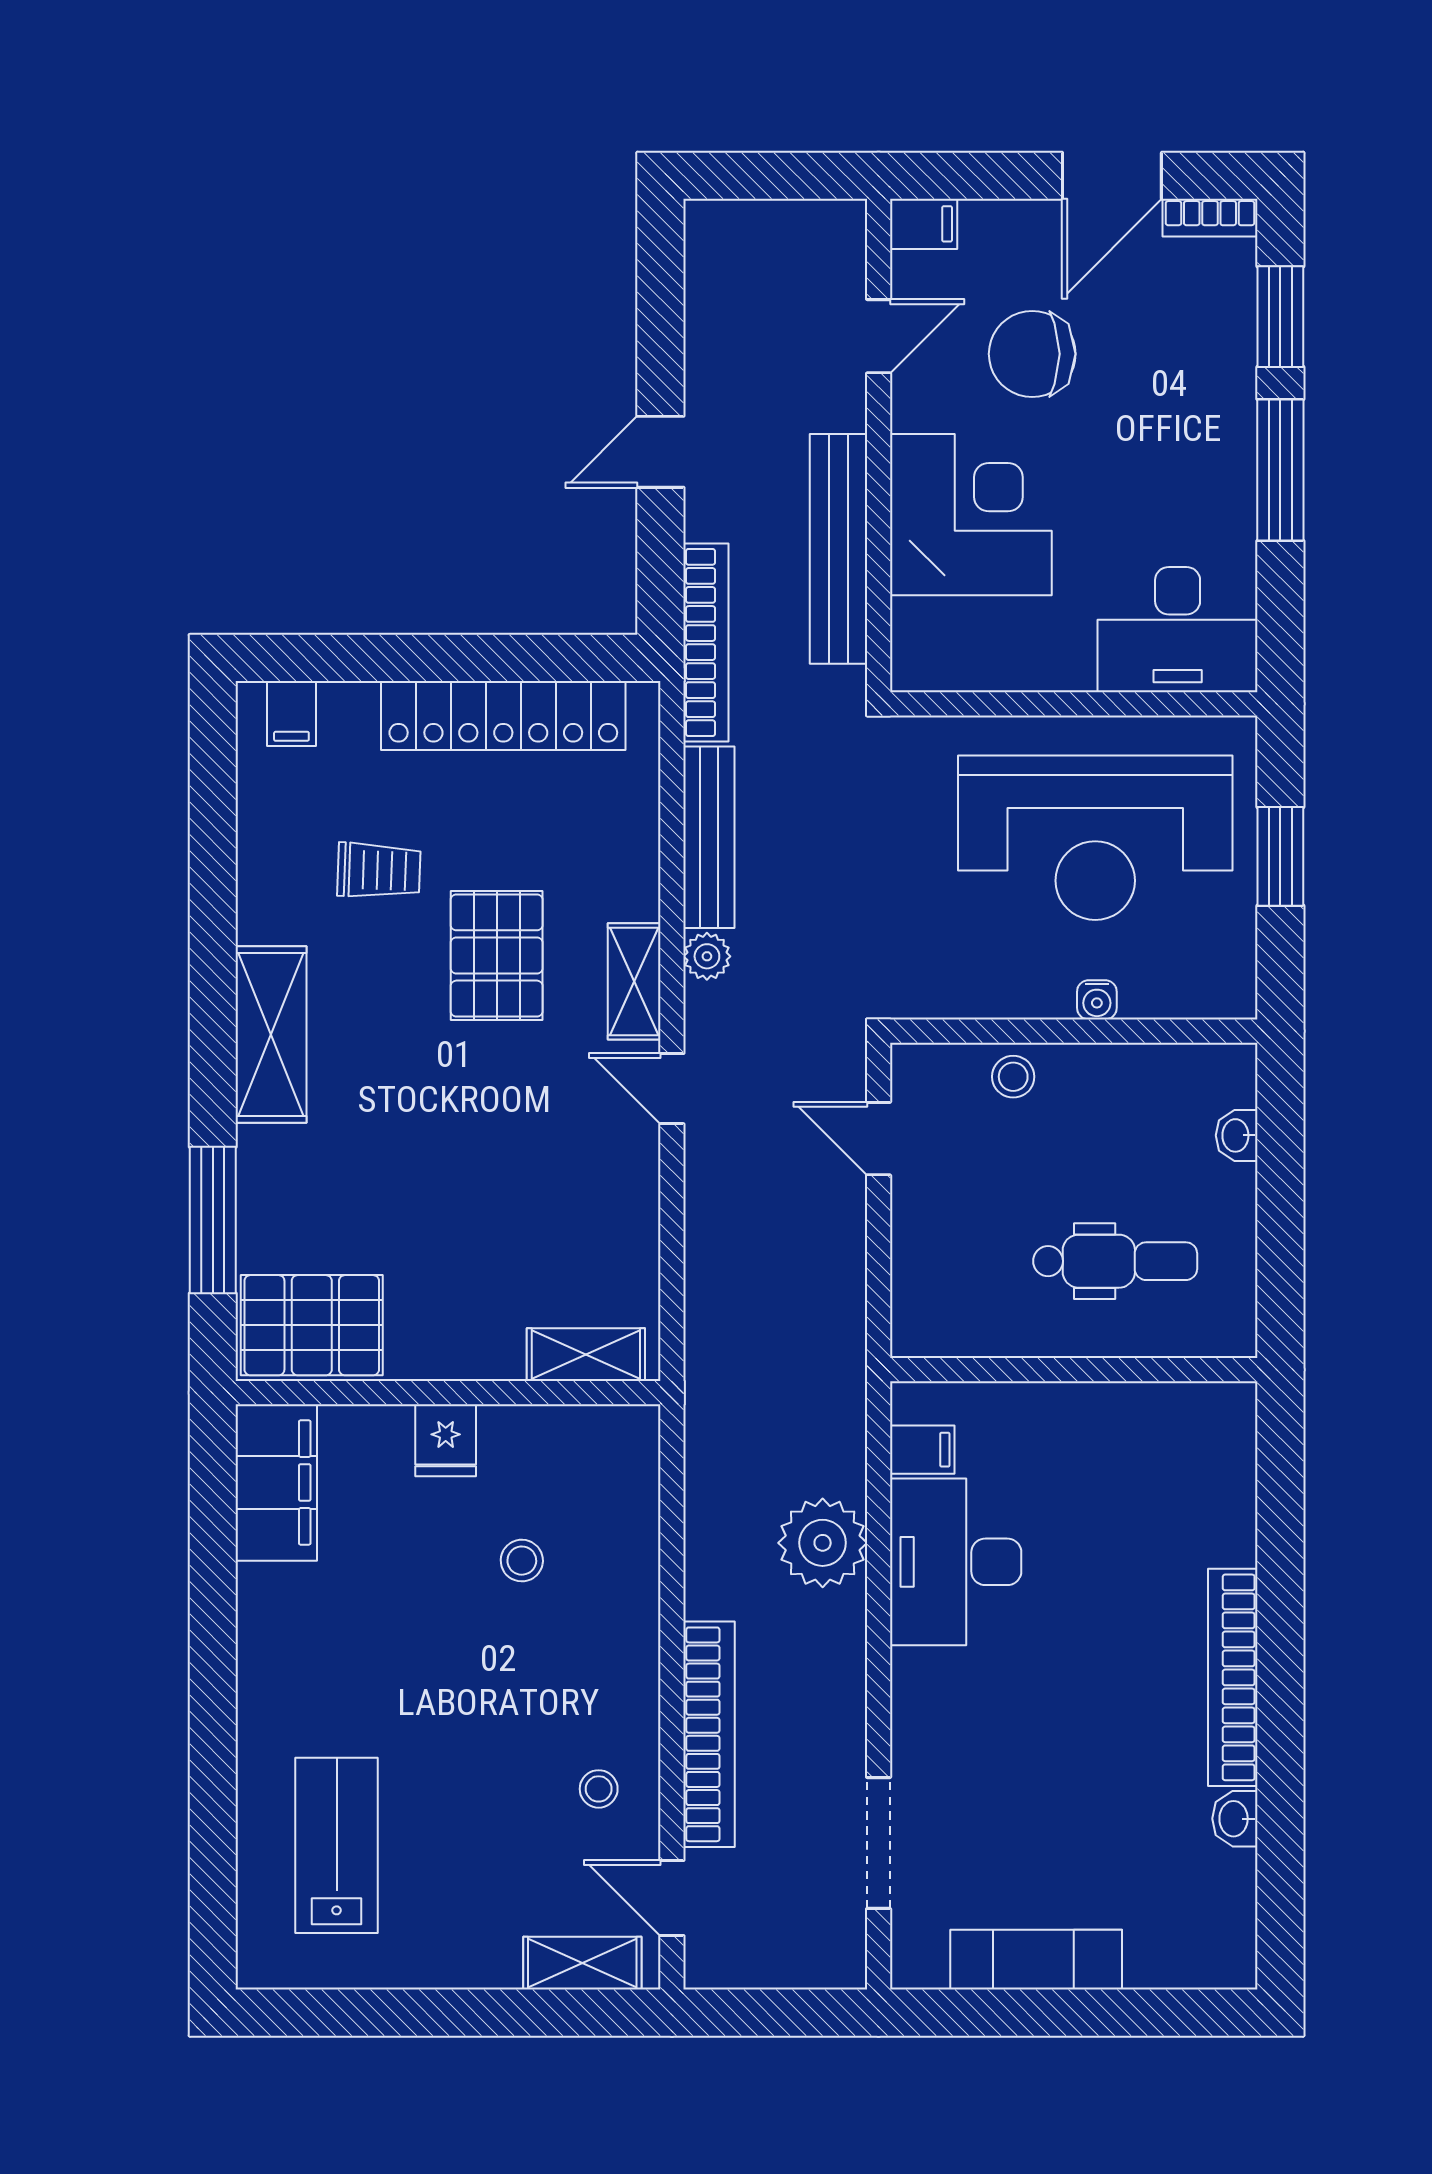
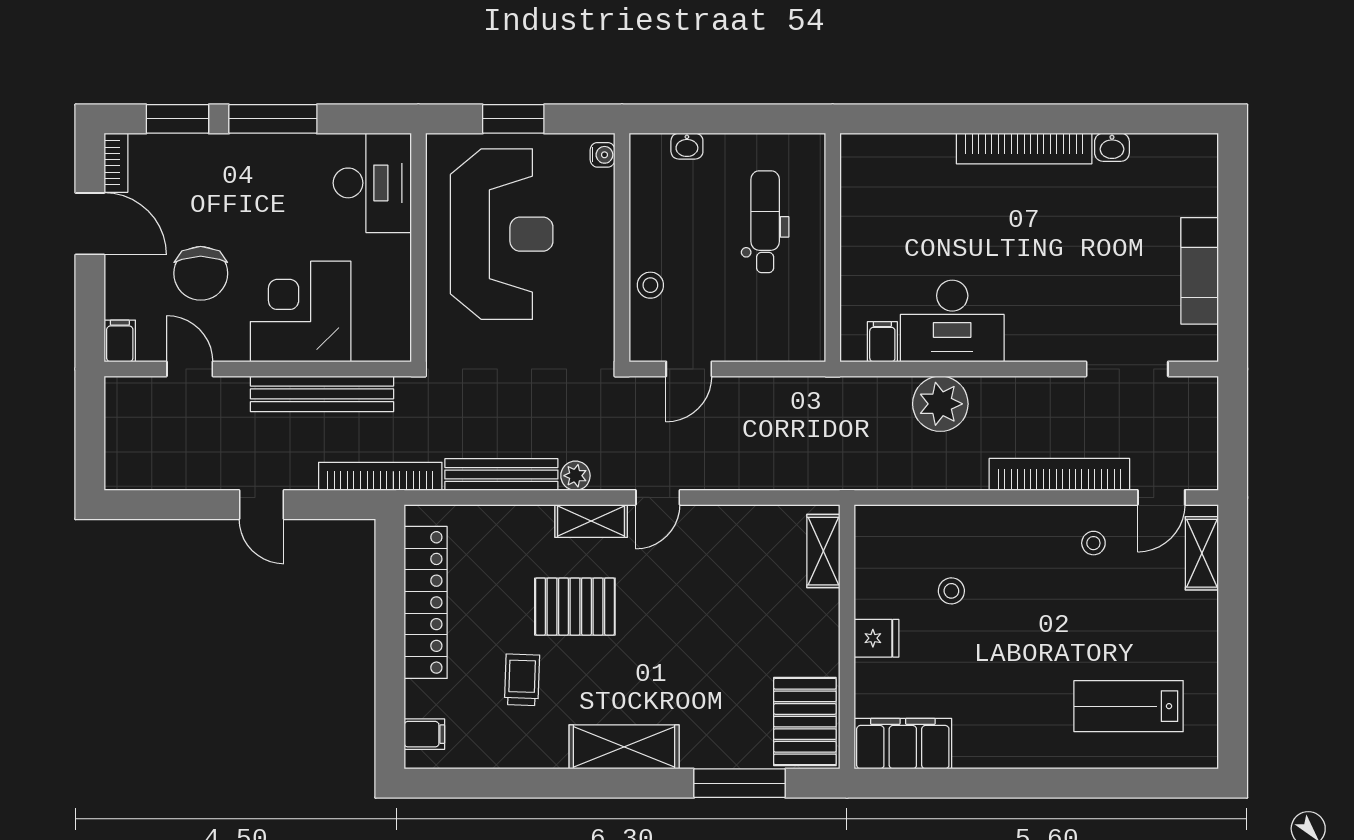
water cooler: (1097, 1000) -> (603, 155), moved

